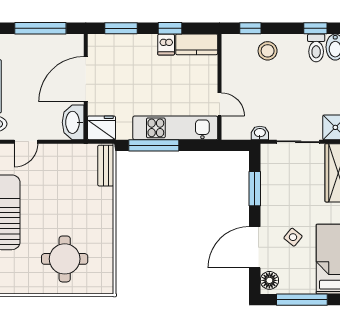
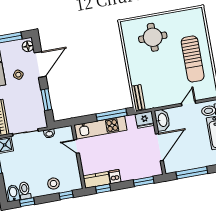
window: (170, 28) -> (103, 189), moved

